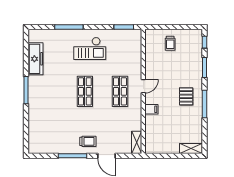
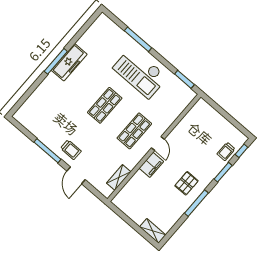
trolley: (170, 43) -> (226, 151), moved
checkout: (90, 48) -> (140, 73), width x1.36, depth x1.21
freezer: (36, 59) -> (69, 62), moved
door: (143, 86) -> (158, 143), hinge flipped
filing cabinet: (151, 109) -> (151, 165), width x2.00
shelving: (137, 142) -> (119, 177), moved

